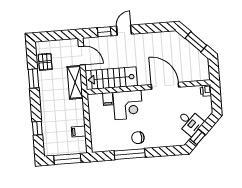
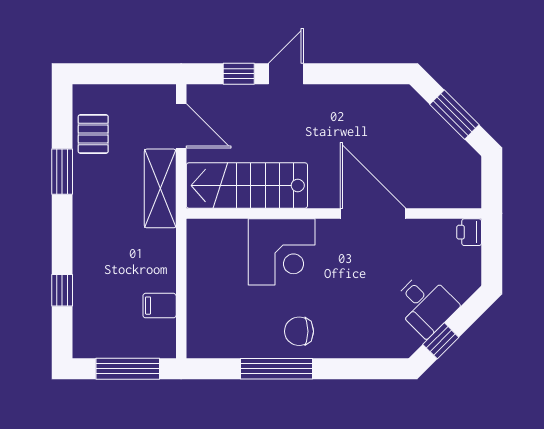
filing cabinet: (108, 99) -> (235, 234), removed

